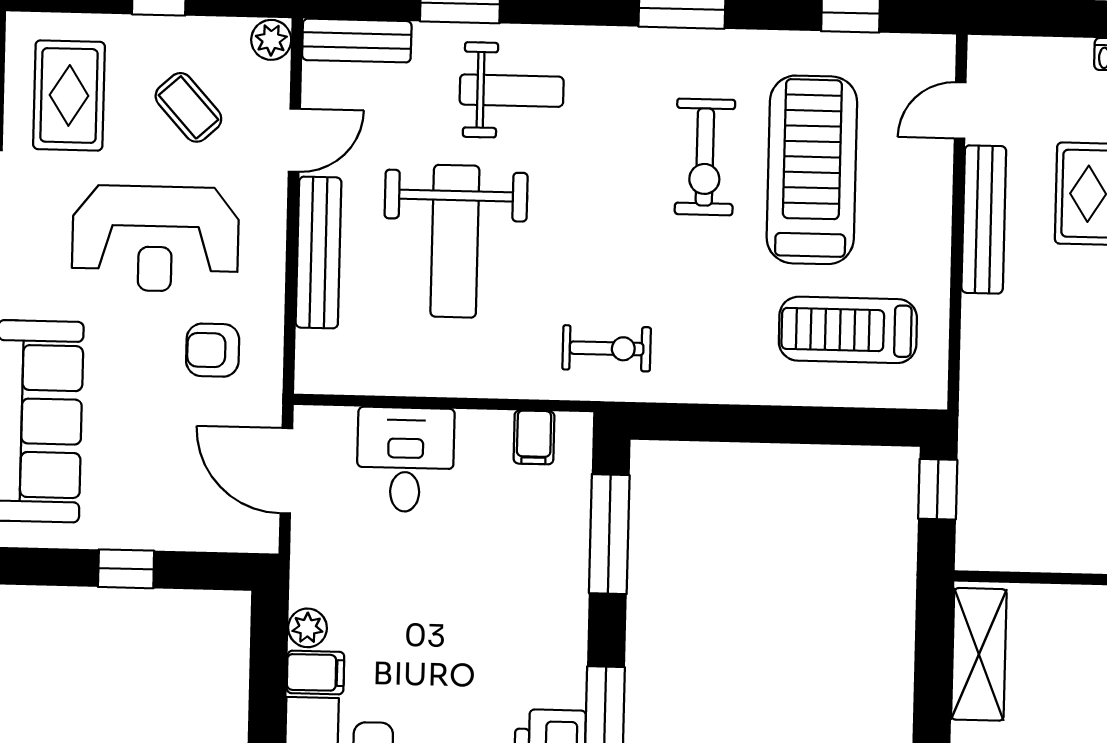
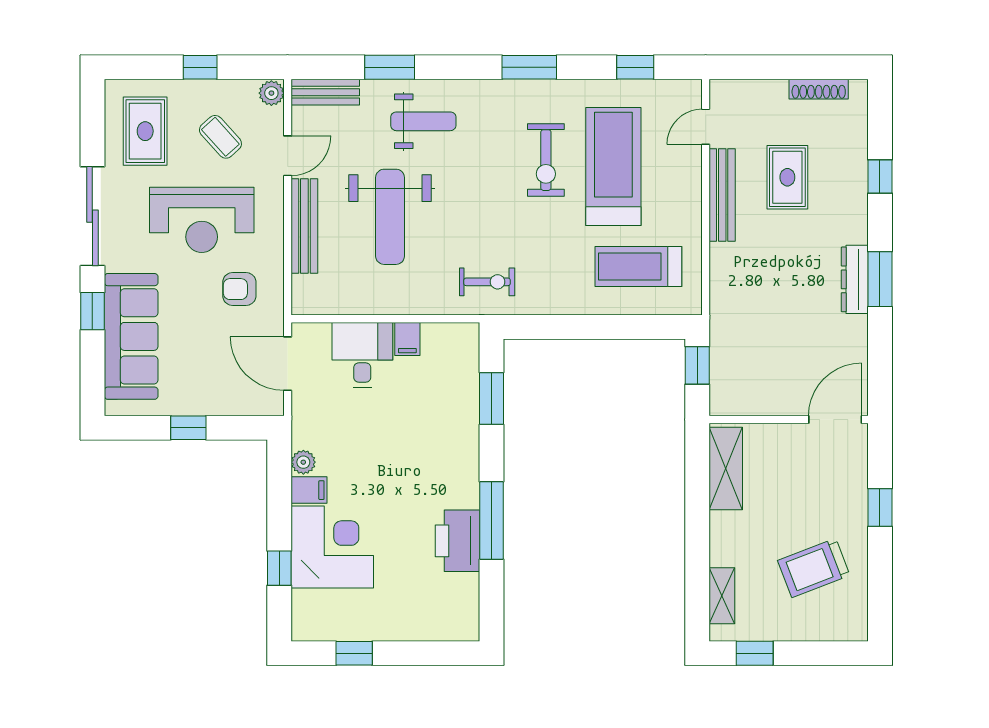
filing cabinet: (534, 437) -> (407, 339), moved
window: (609, 534) -> (492, 399), width x0.69

